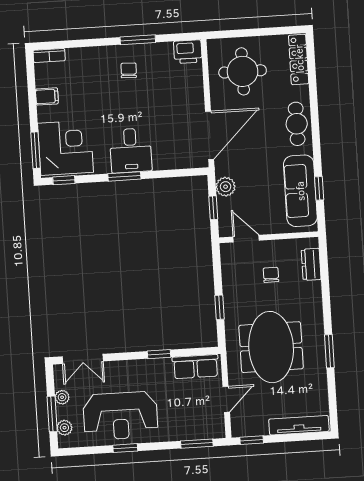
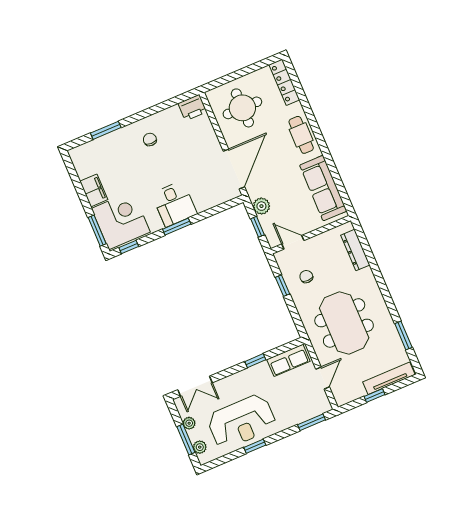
window: (138, 40) -> (106, 130), moved
bookcase: (49, 55) -> (81, 150), removed
filing cabinet: (47, 96) -> (94, 190), width x2.00
window: (319, 188) -> (338, 181), removed
dresser: (311, 264) -> (355, 250), width x1.44
chair: (271, 275) -> (306, 277), moved
window: (219, 307) -> (283, 286), moved
window: (329, 351) -> (403, 336), moved
window: (252, 440) -> (375, 396), moved

